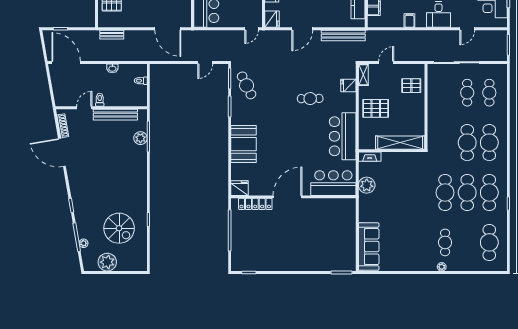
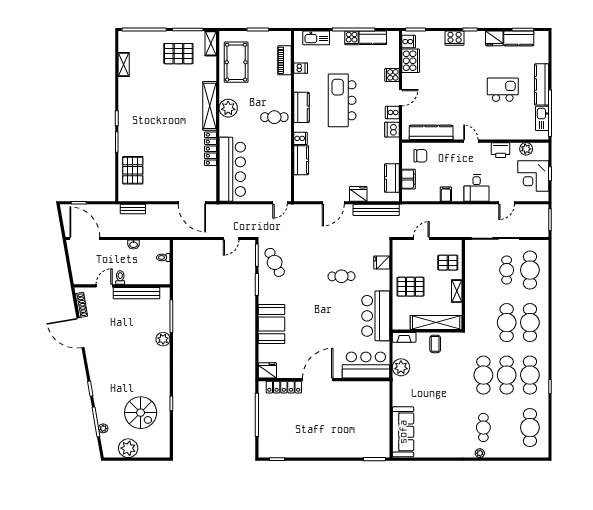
fridge: (272, 19) -> (358, 194), moved, turned -90
shelving: (363, 75) -> (457, 291), moved
cafe table: (489, 93) -> (530, 270), width x1.37, depth x1.35
plant: (140, 138) -> (163, 339), moved
coffee table: (399, 163) -> (435, 344), added

